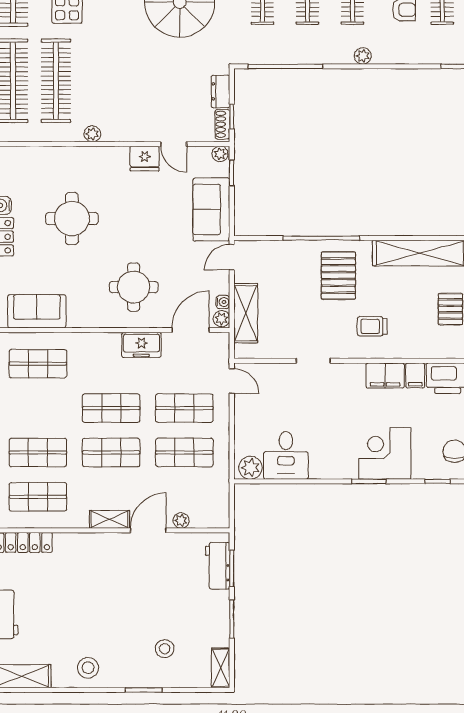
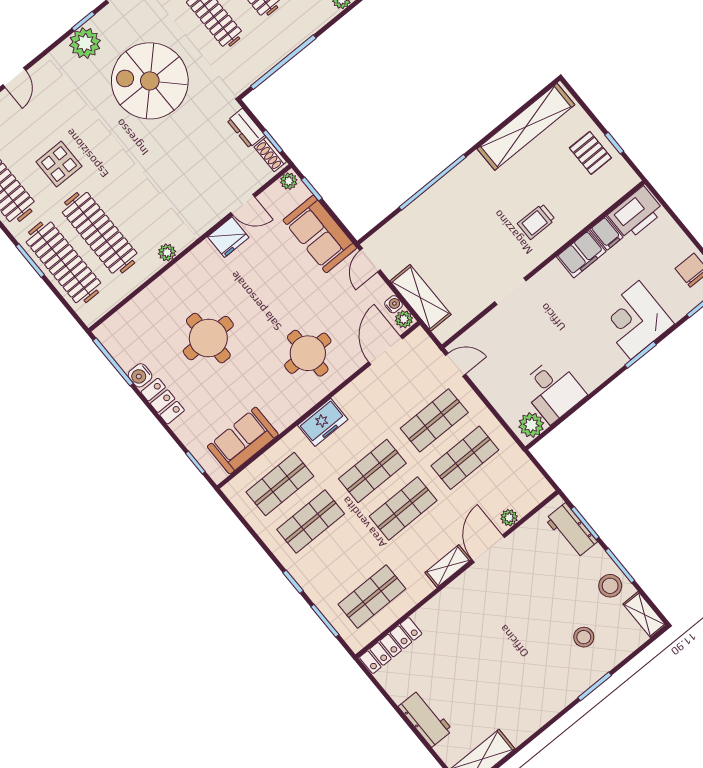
pallet: (338, 276) -> (473, 202), removed
freezer: (141, 345) -> (323, 422), moved
shop shelf: (38, 452) -> (311, 522), moved
stool: (88, 668) -> (610, 586), moved

